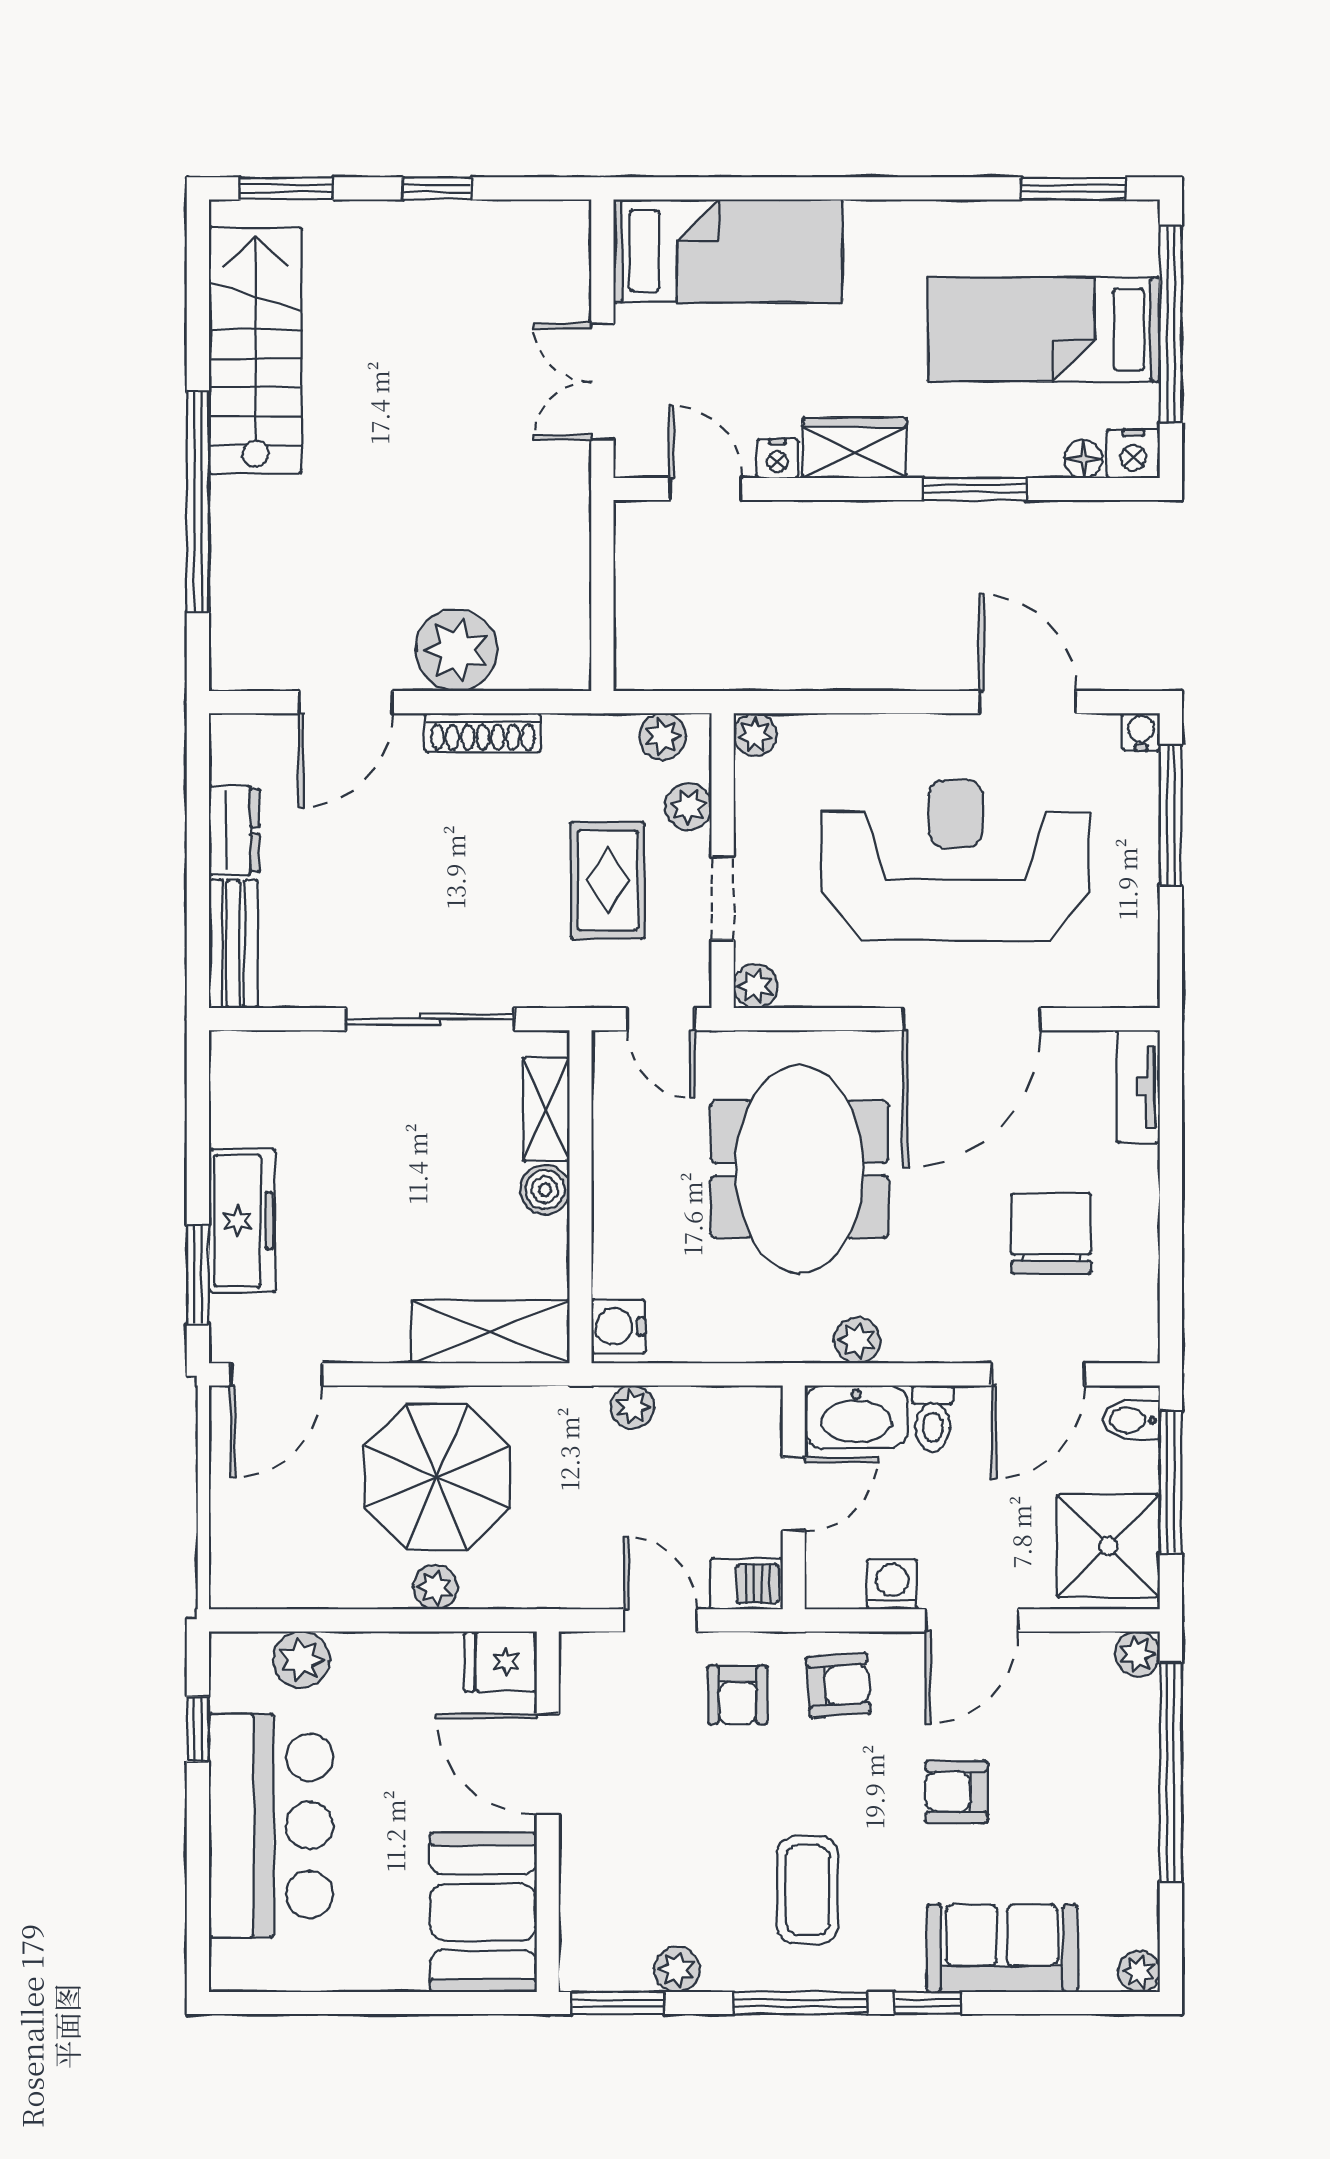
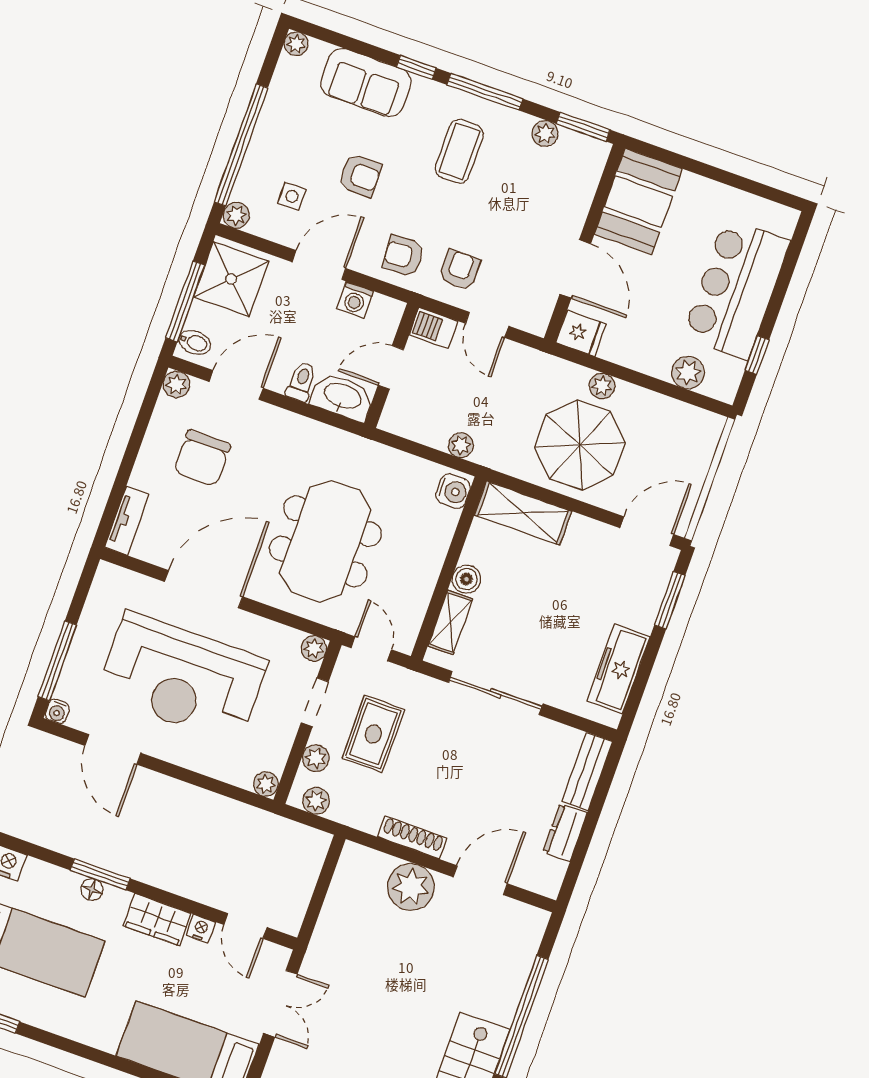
floor lamp: (1083, 459) -> (92, 890), moved
freezer: (242, 1221) -> (619, 669), moved
plant: (857, 1340) -> (176, 384), moved
side table: (1057, 1718) -> (292, 196), added

